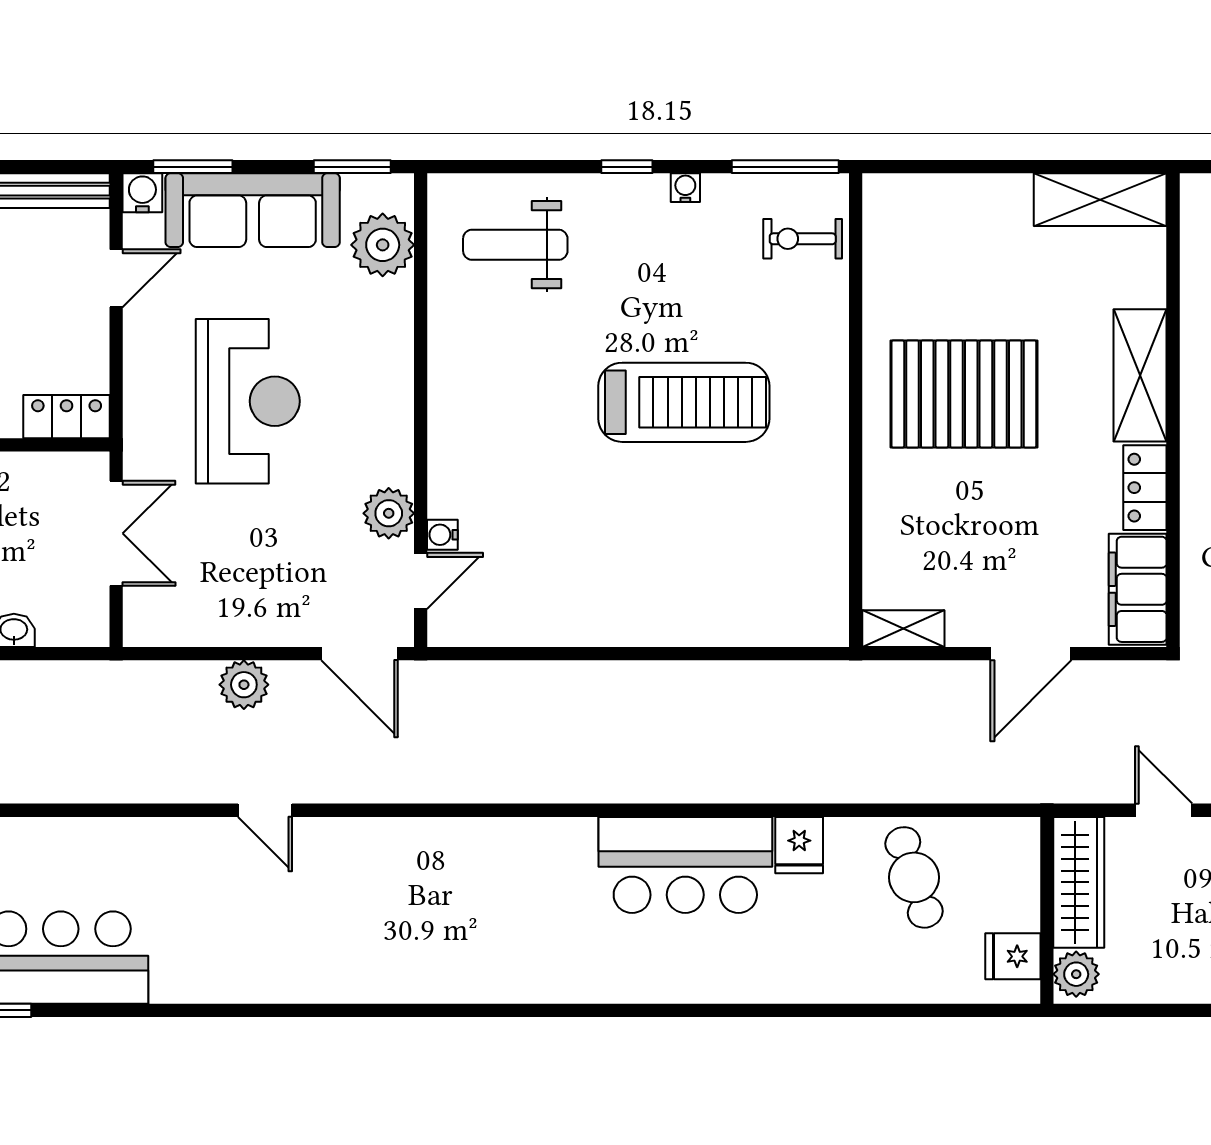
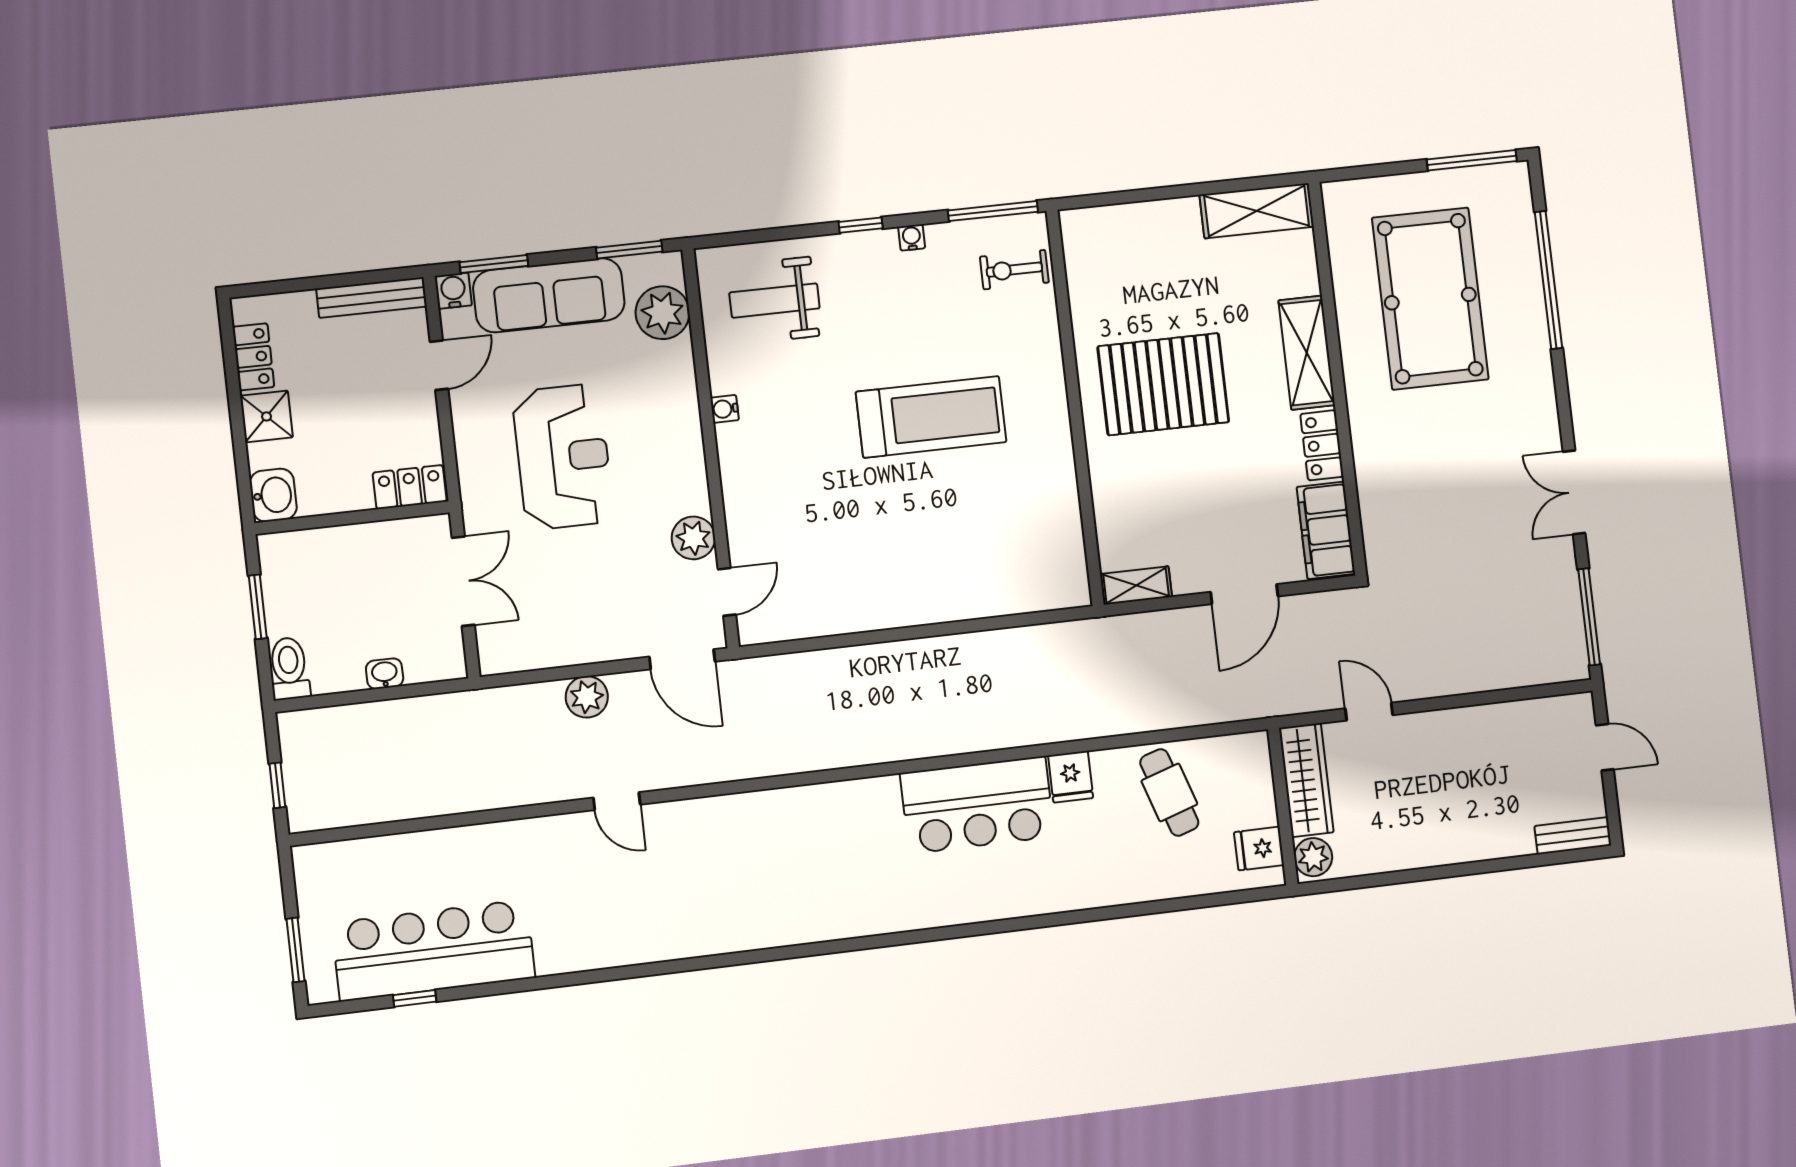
water cooler: (442, 535) -> (725, 409), moved

